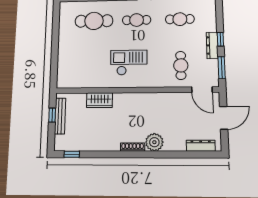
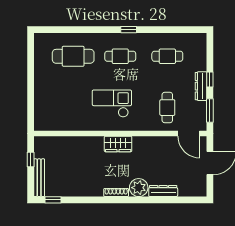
wardrobe: (99, 100) -> (118, 144), moved
bench: (60, 116) -> (39, 178), moved
dresser: (201, 146) -> (163, 191), moved

